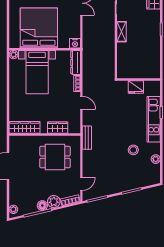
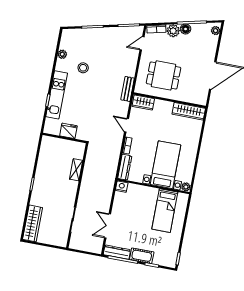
bed: (39, 28) -> (165, 211), width x0.49
shelving: (122, 32) -> (76, 170), moved
wardrobe: (58, 128) -> (143, 102), moved

